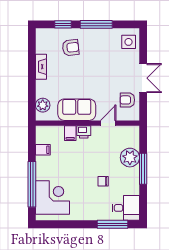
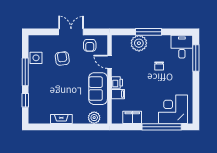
side table: (129, 42) -> (36, 58), moved
armchair: (71, 48) -> (62, 59), moved
filing cabinet: (43, 150) -> (132, 117), width x2.00

